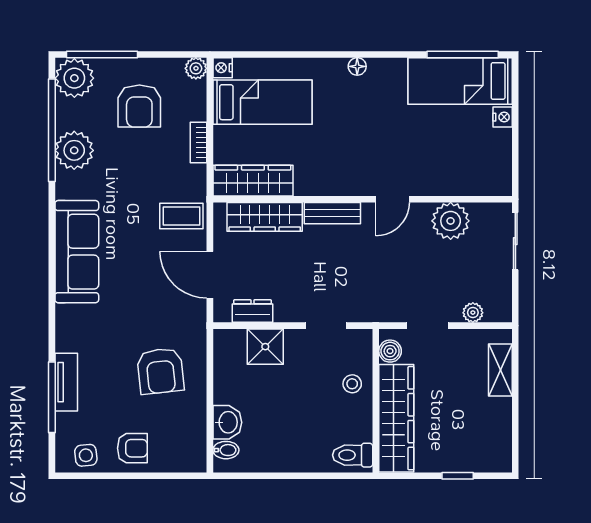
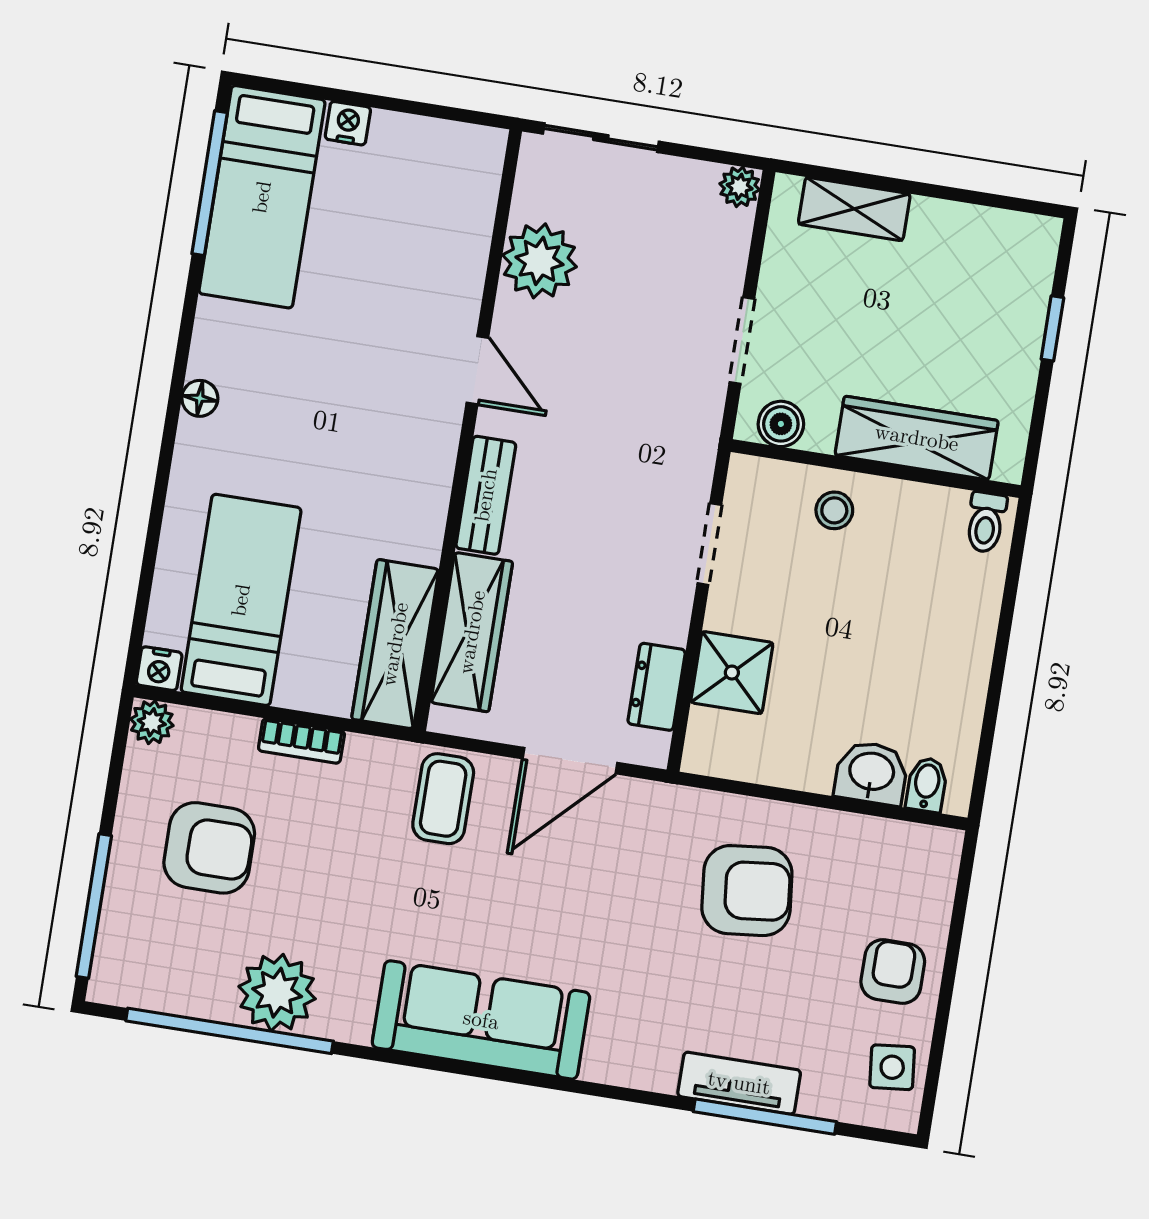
plant: (74, 78) -> (132, 969), removed
plant: (473, 313) -> (740, 187), moved
wardrobe: (396, 418) -> (917, 438), width x0.71, depth x0.85
toilet: (353, 455) -> (986, 522), width x0.73, depth x0.72

